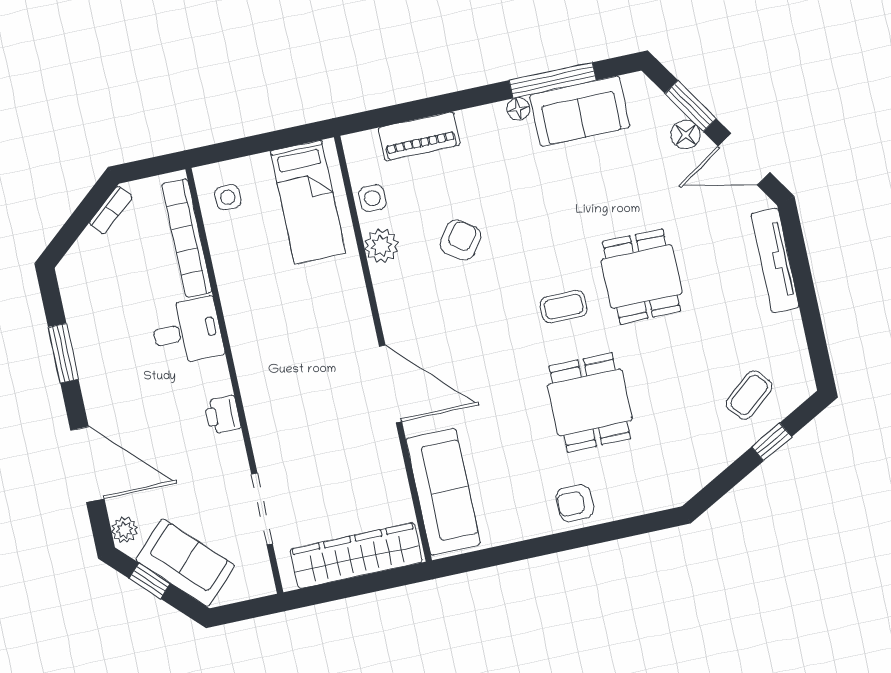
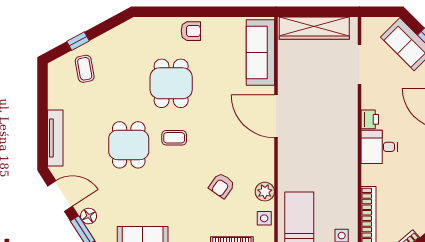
desk: (187, 331) -> (379, 147), moved
coffee table: (749, 395) -> (85, 69), turned -60

